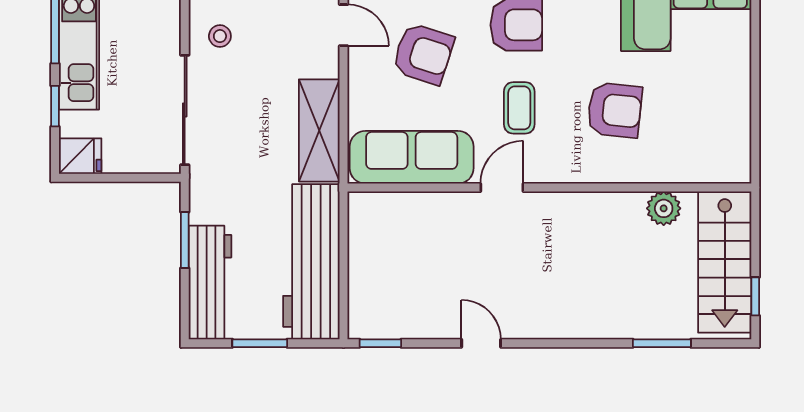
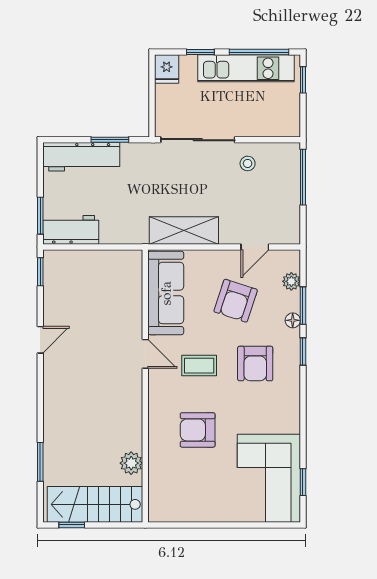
armchair: (615, 110) -> (198, 430), turned 84
workbench: (311, 262) -> (71, 230), width x0.53, depth x0.76
window: (260, 343) -> (40, 216), moved

